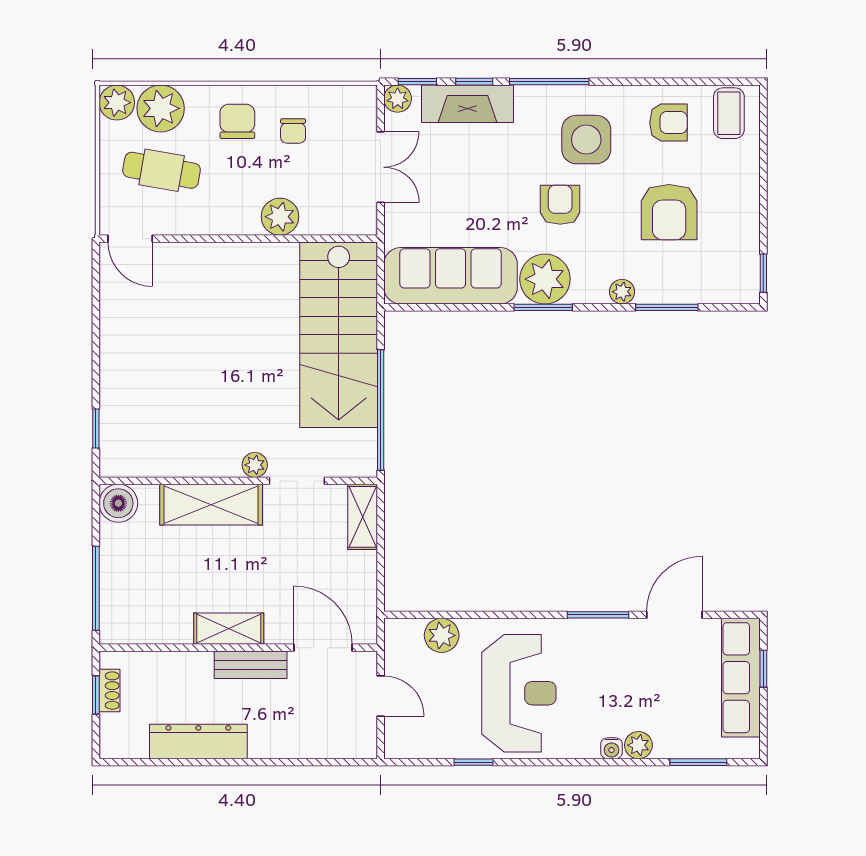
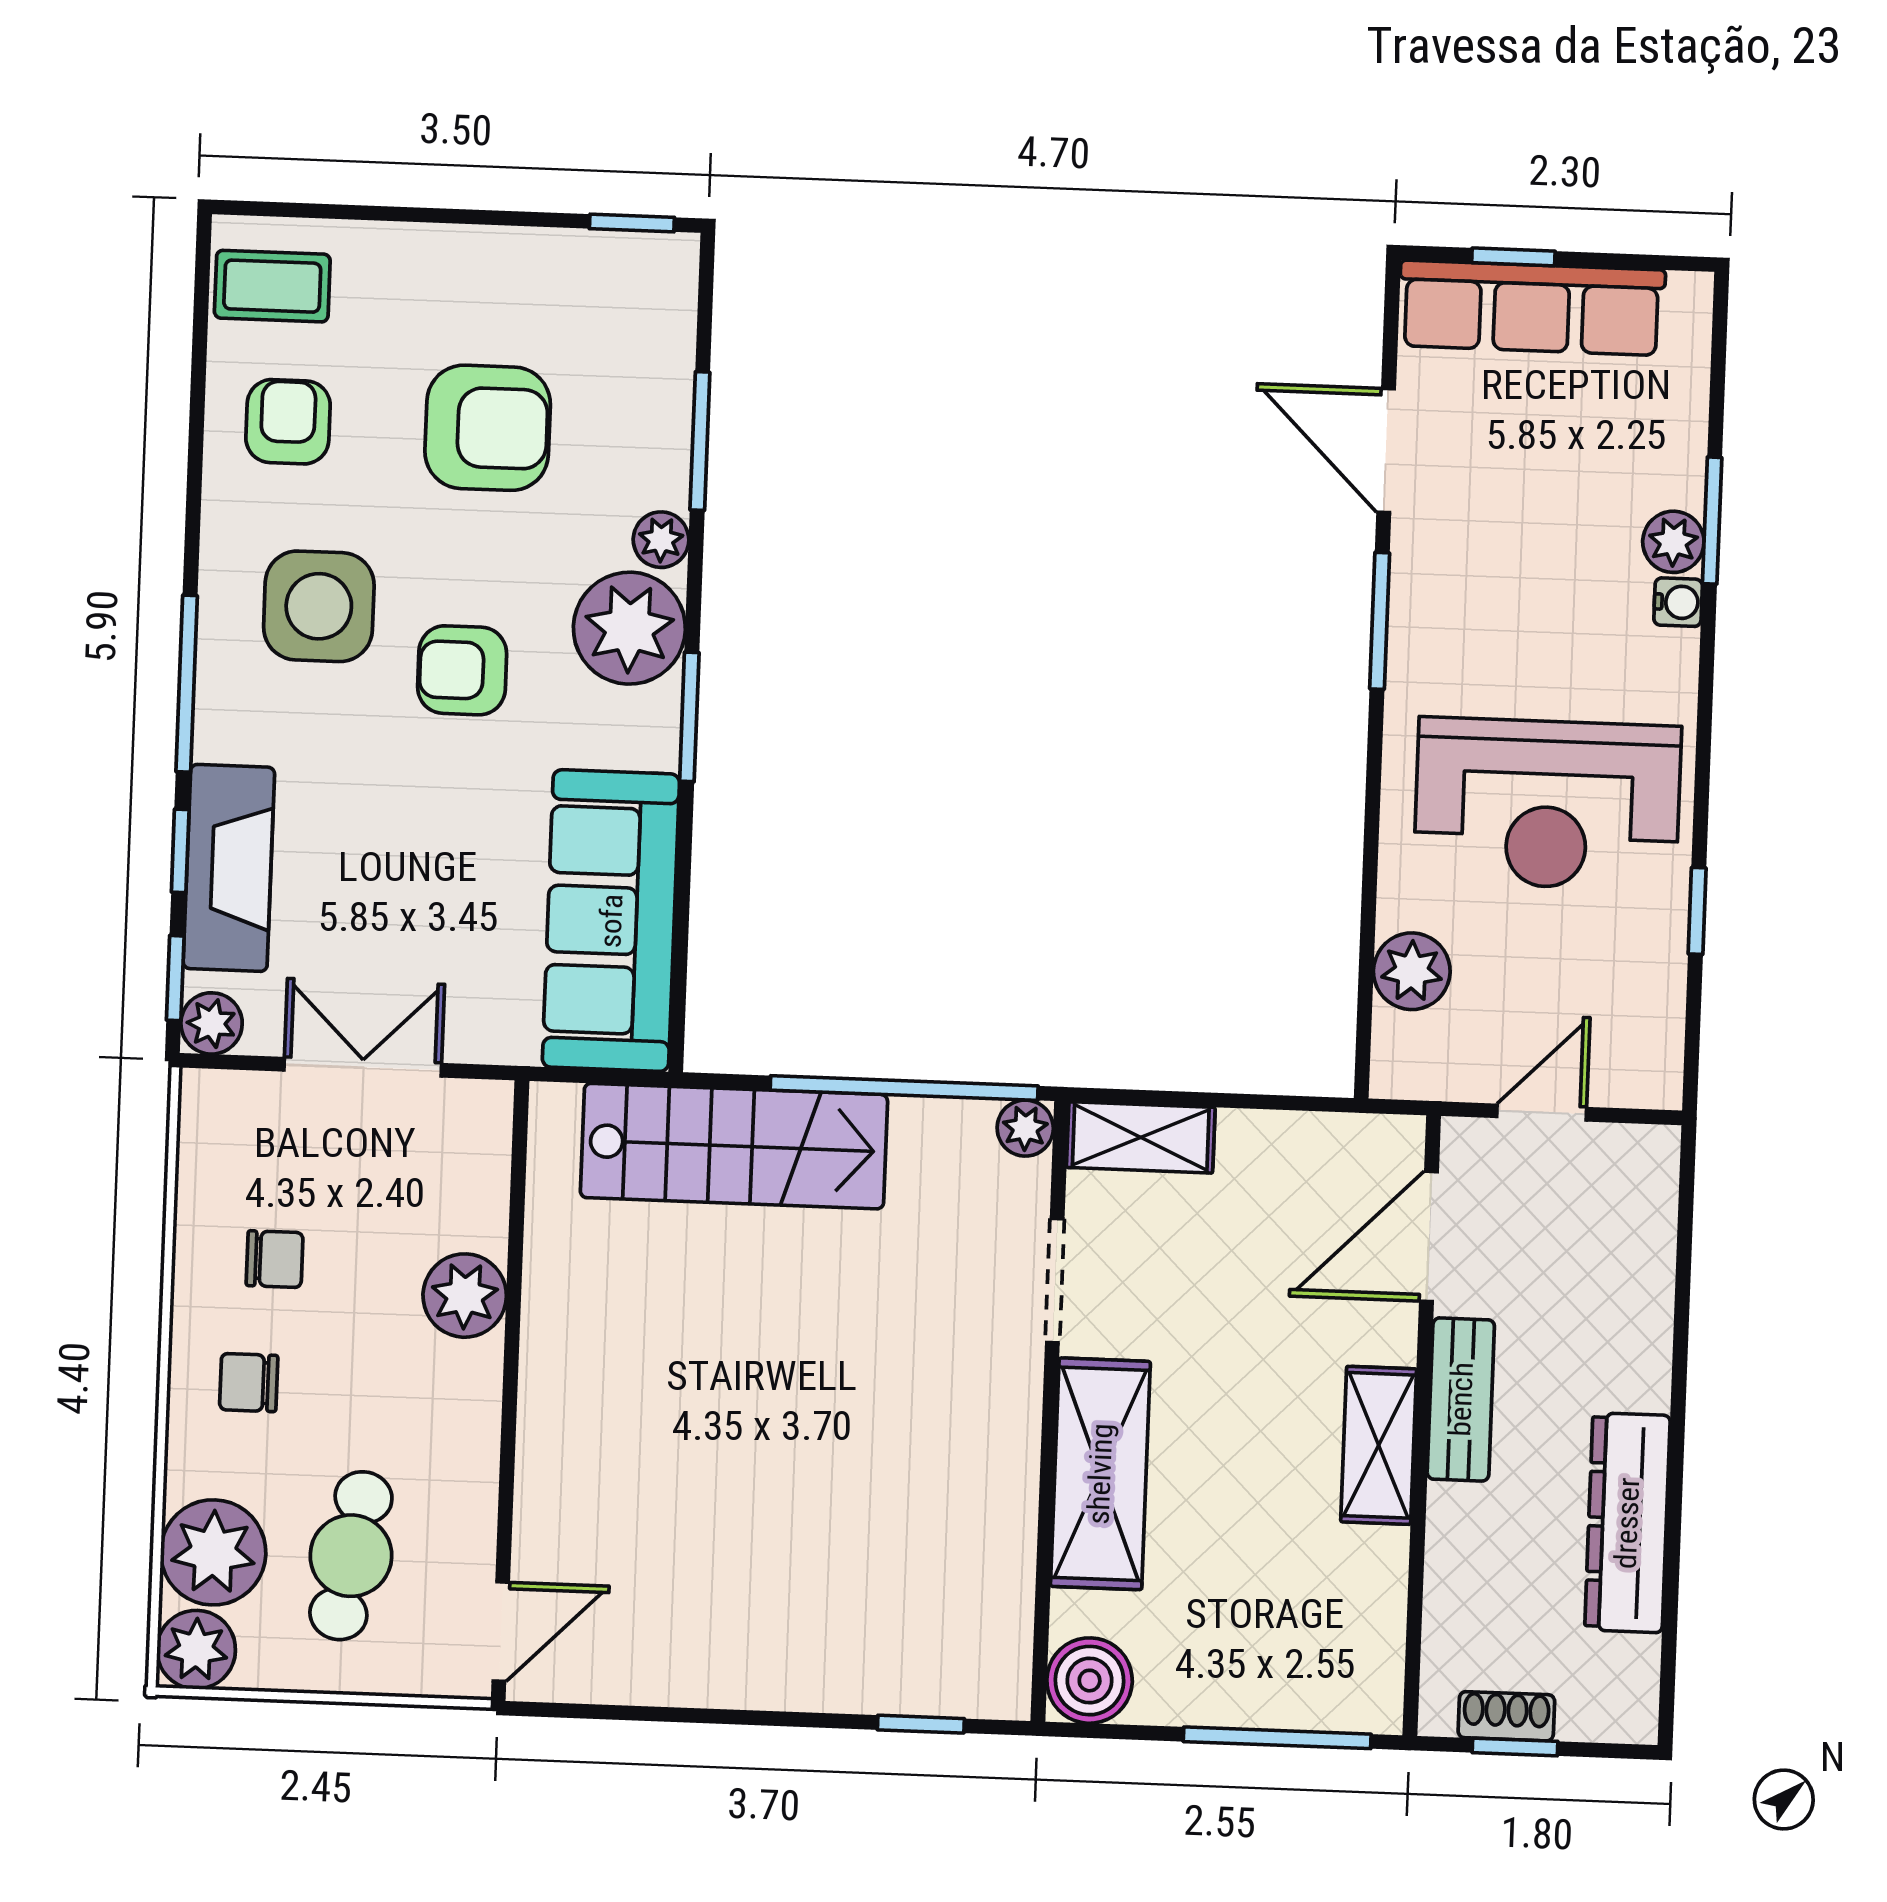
chair: (237, 121) -> (249, 1383), width x0.73, depth x0.73
plant: (545, 279) -> (629, 628), moved
stairs: (339, 335) -> (734, 1146), width x0.73, depth x0.66
plant: (255, 465) -> (1025, 1128), moved
reception desk: (519, 693) -> (1547, 804), turned 180
window: (698, 762) -> (1712, 521), moved

